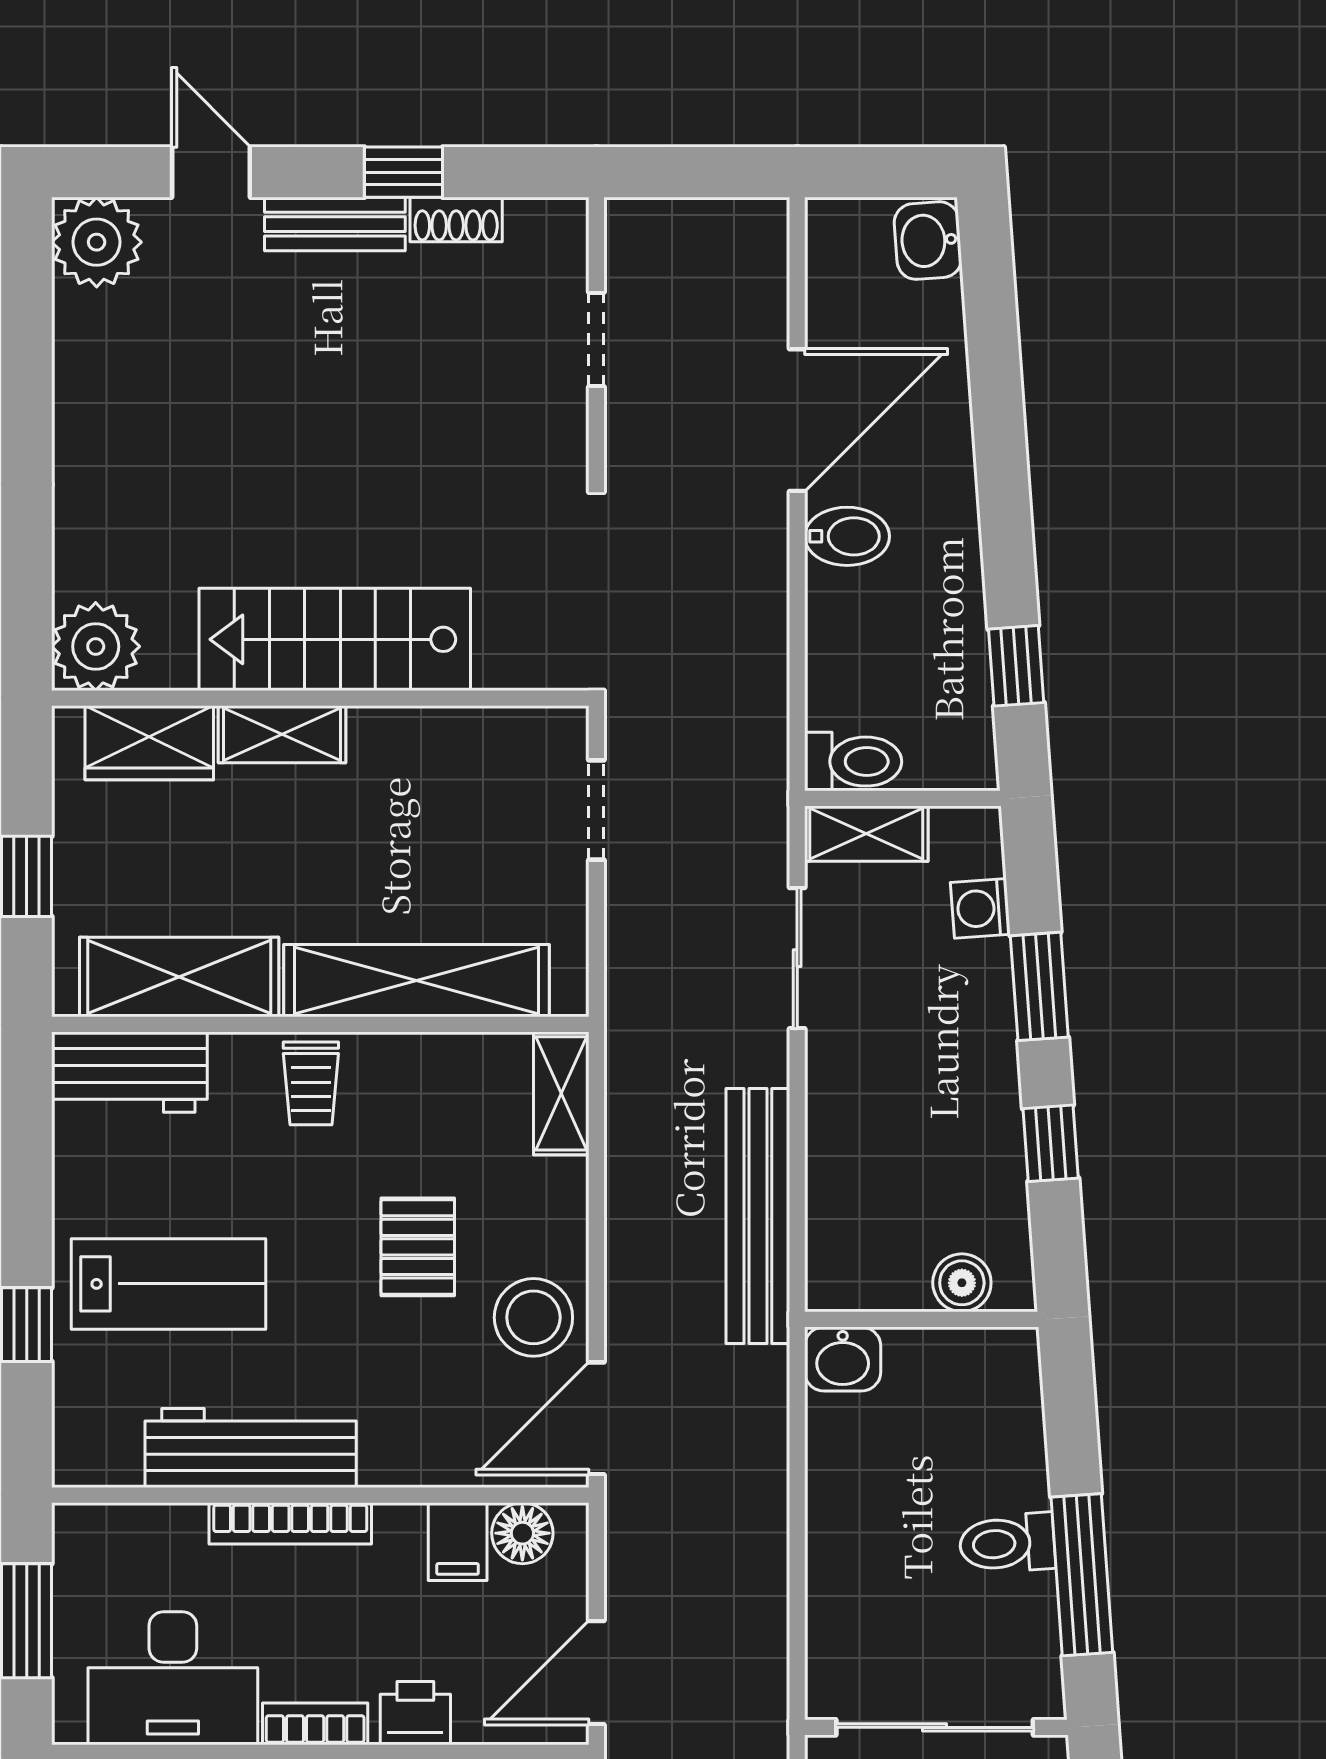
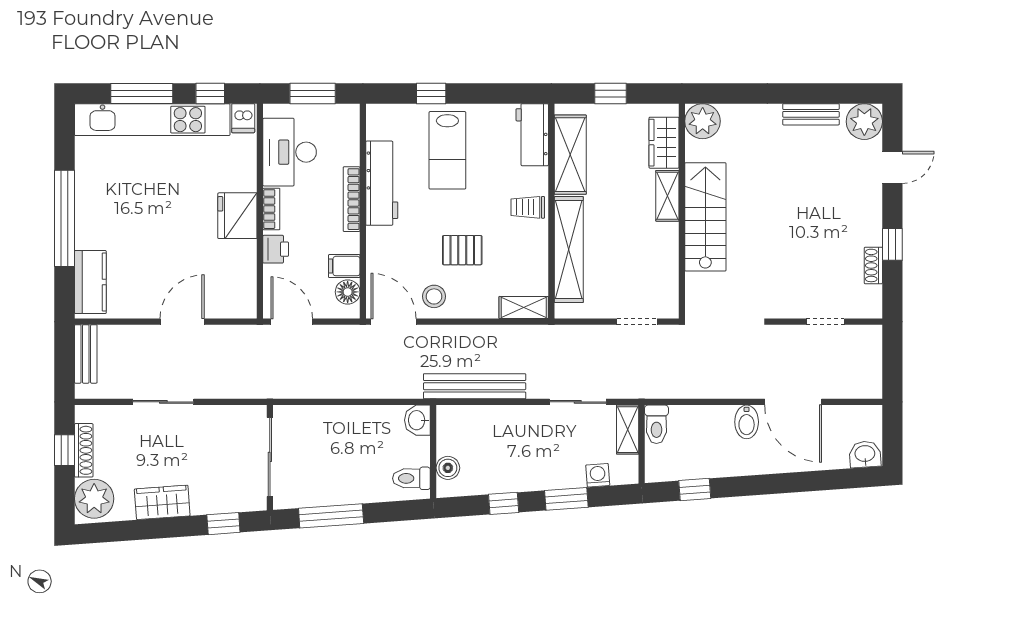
bench: (335, 224) -> (811, 114), moved, turned 90
stool: (533, 1317) -> (434, 296), width x0.73, depth x0.73
toilet: (1007, 1543) -> (411, 478), moved, turned -86

